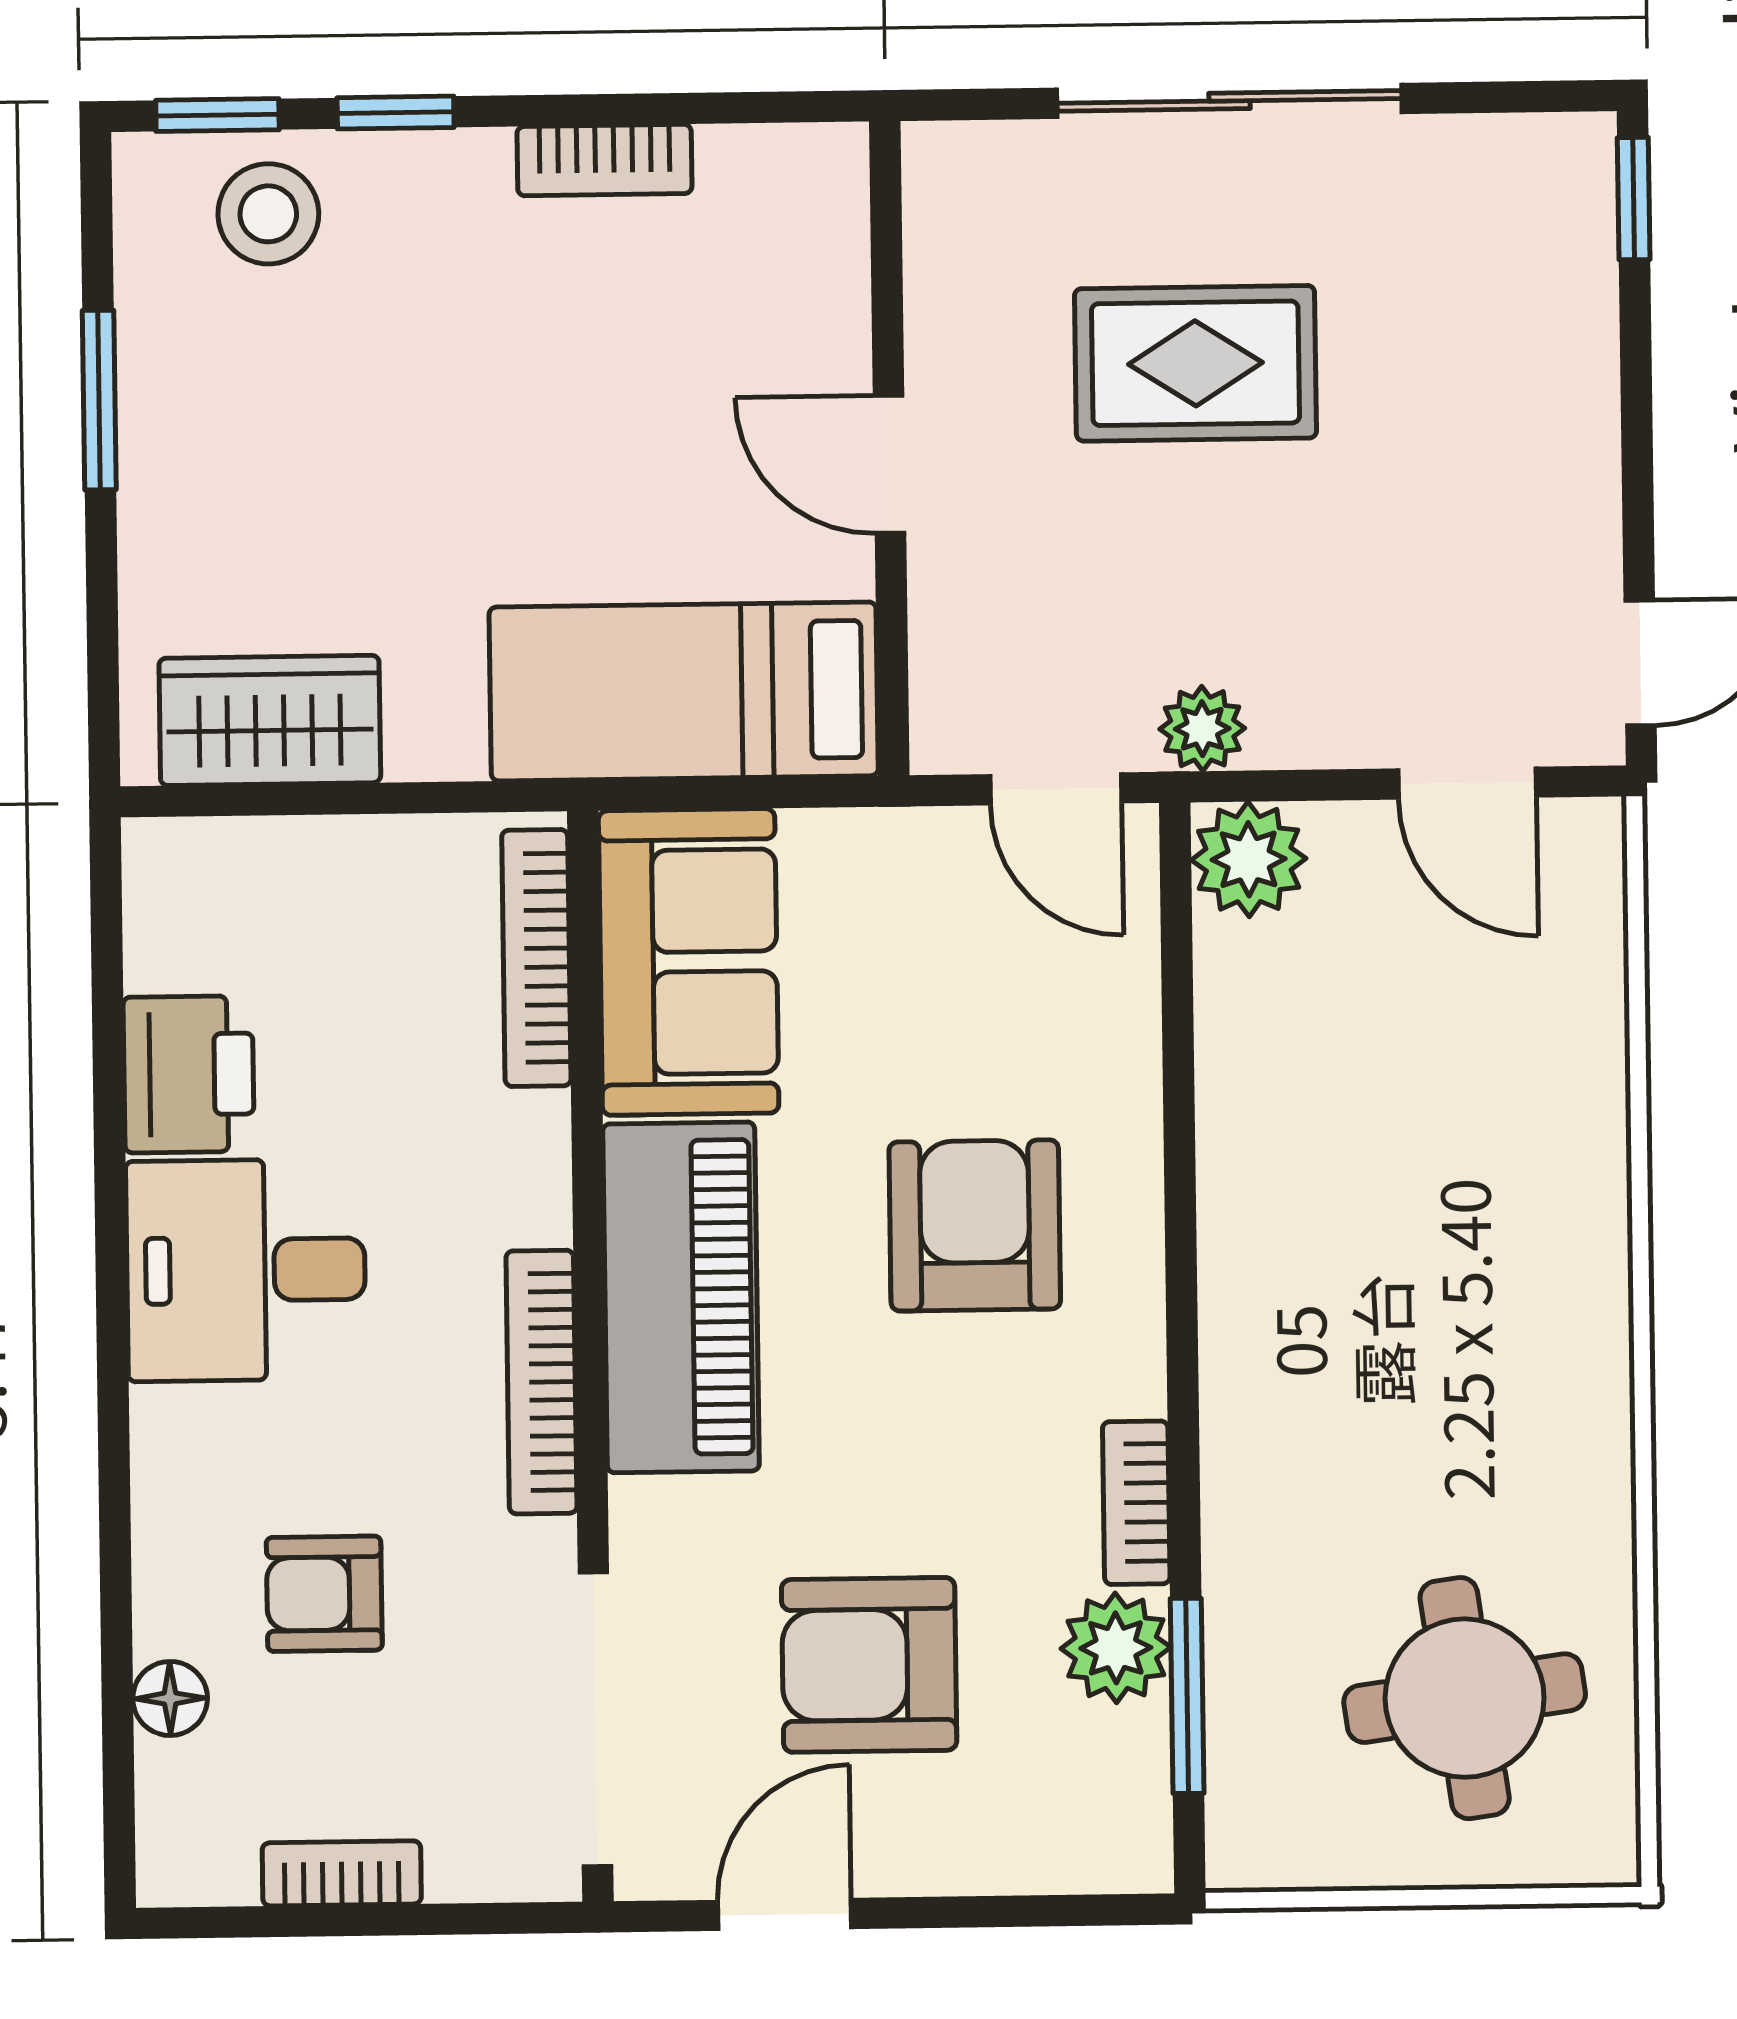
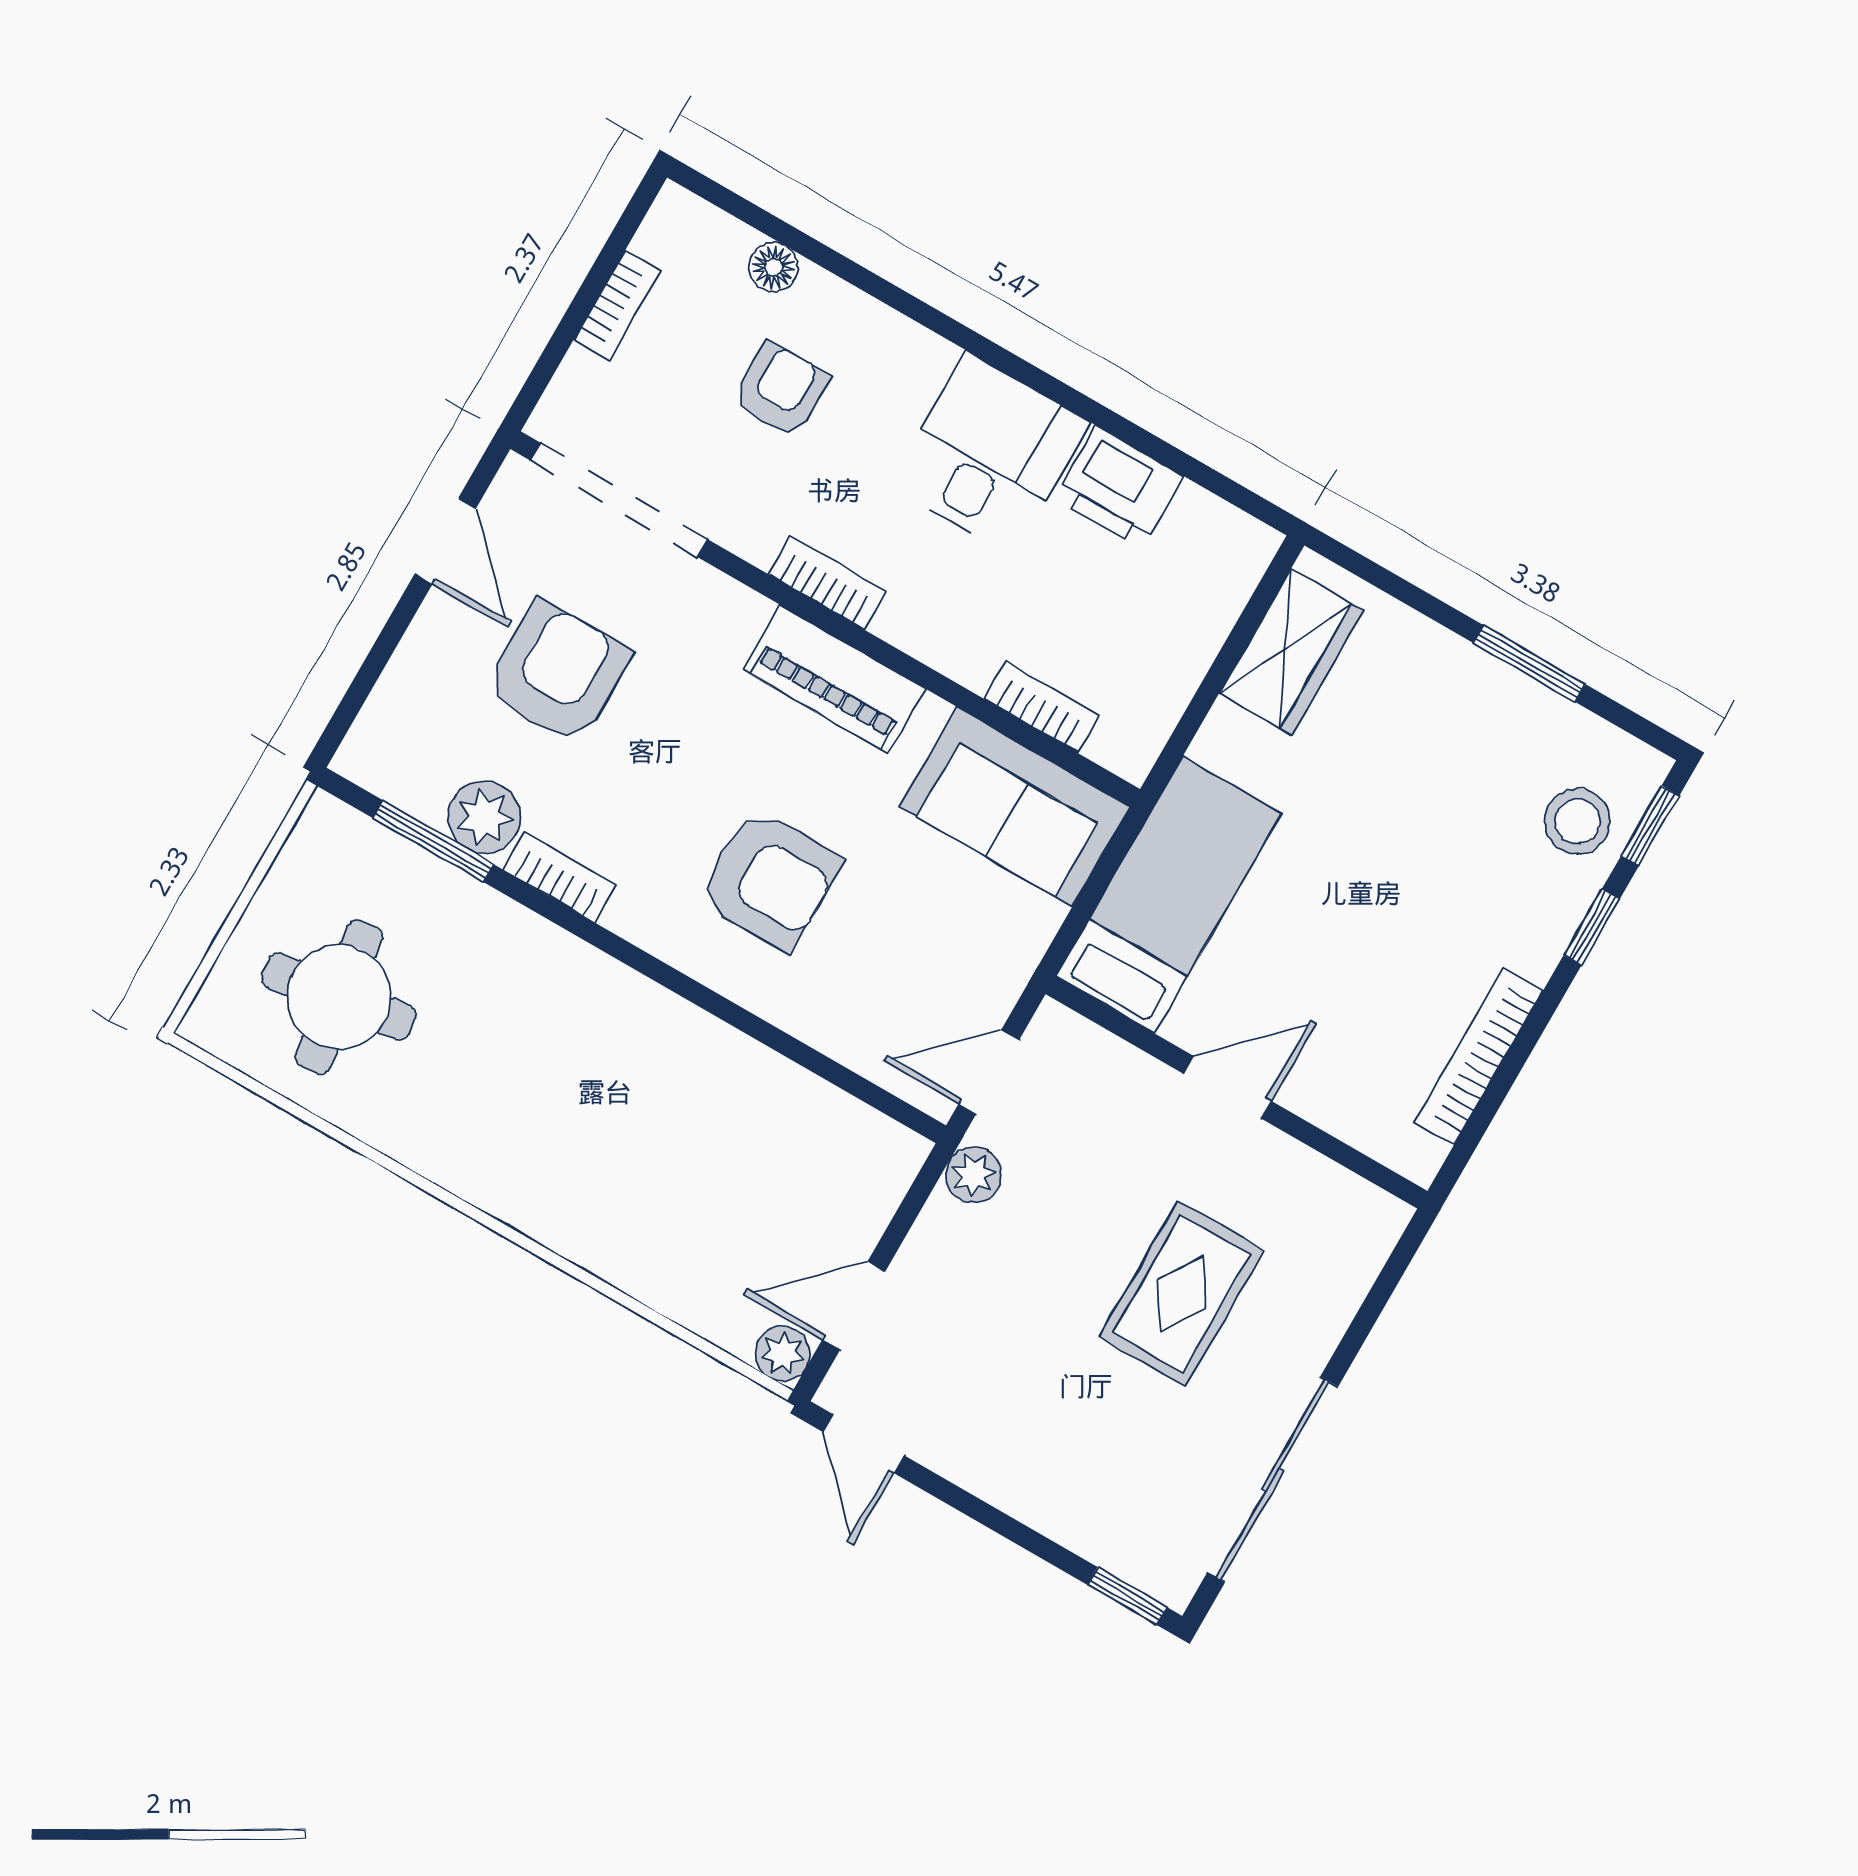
sliding door: (1229, 101) -> (1273, 1480), moved
bookcase: (604, 160) -> (1479, 1057), width x1.56
plant: (1249, 859) -> (783, 1354), moved, width x0.73, depth x0.73
bookcase: (536, 958) -> (1042, 707), width x0.64
piano: (681, 1297) -> (834, 679), width x0.73, depth x0.75
bookcase: (541, 1382) -> (827, 583), width x0.64

